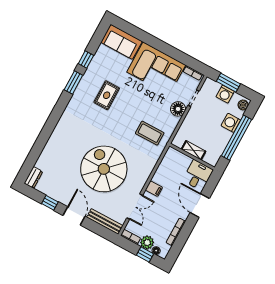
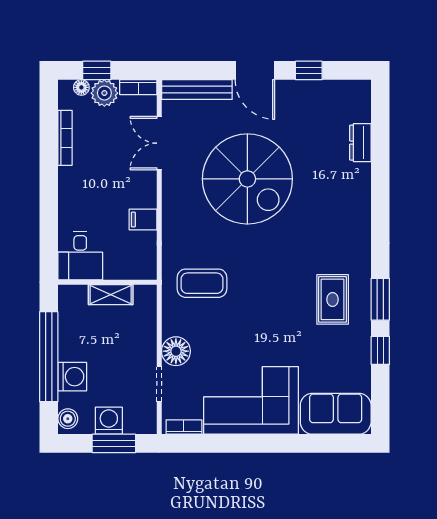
rug: (107, 95) -> (333, 299), moved
dresser: (33, 177) -> (360, 143), moved
filing cabinet: (154, 189) -> (143, 220), moved
door: (200, 205) -> (49, 206), removed

